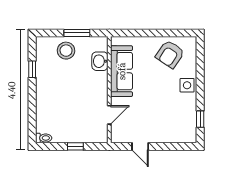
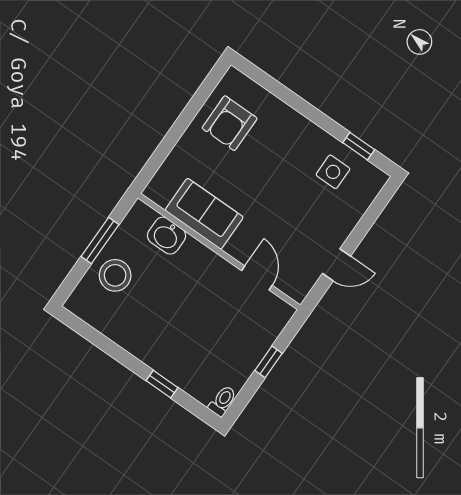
armchair: (170, 54) -> (230, 123), turned 56
window: (32, 69) -> (162, 384), moved
sofa: (122, 71) -> (204, 214), width x0.73
side table: (187, 85) -> (333, 172), moved

